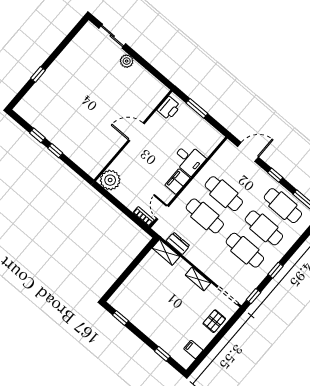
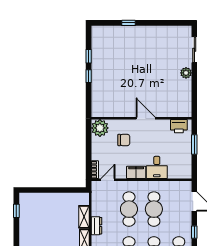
chair: (139, 168) -> (124, 140), added
dresser: (178, 243) -> (96, 226), moved
shelving: (166, 252) -> (84, 217), moved

